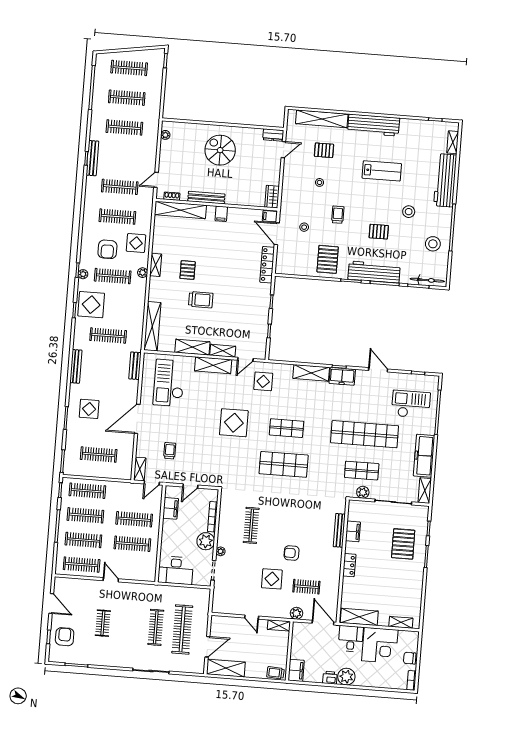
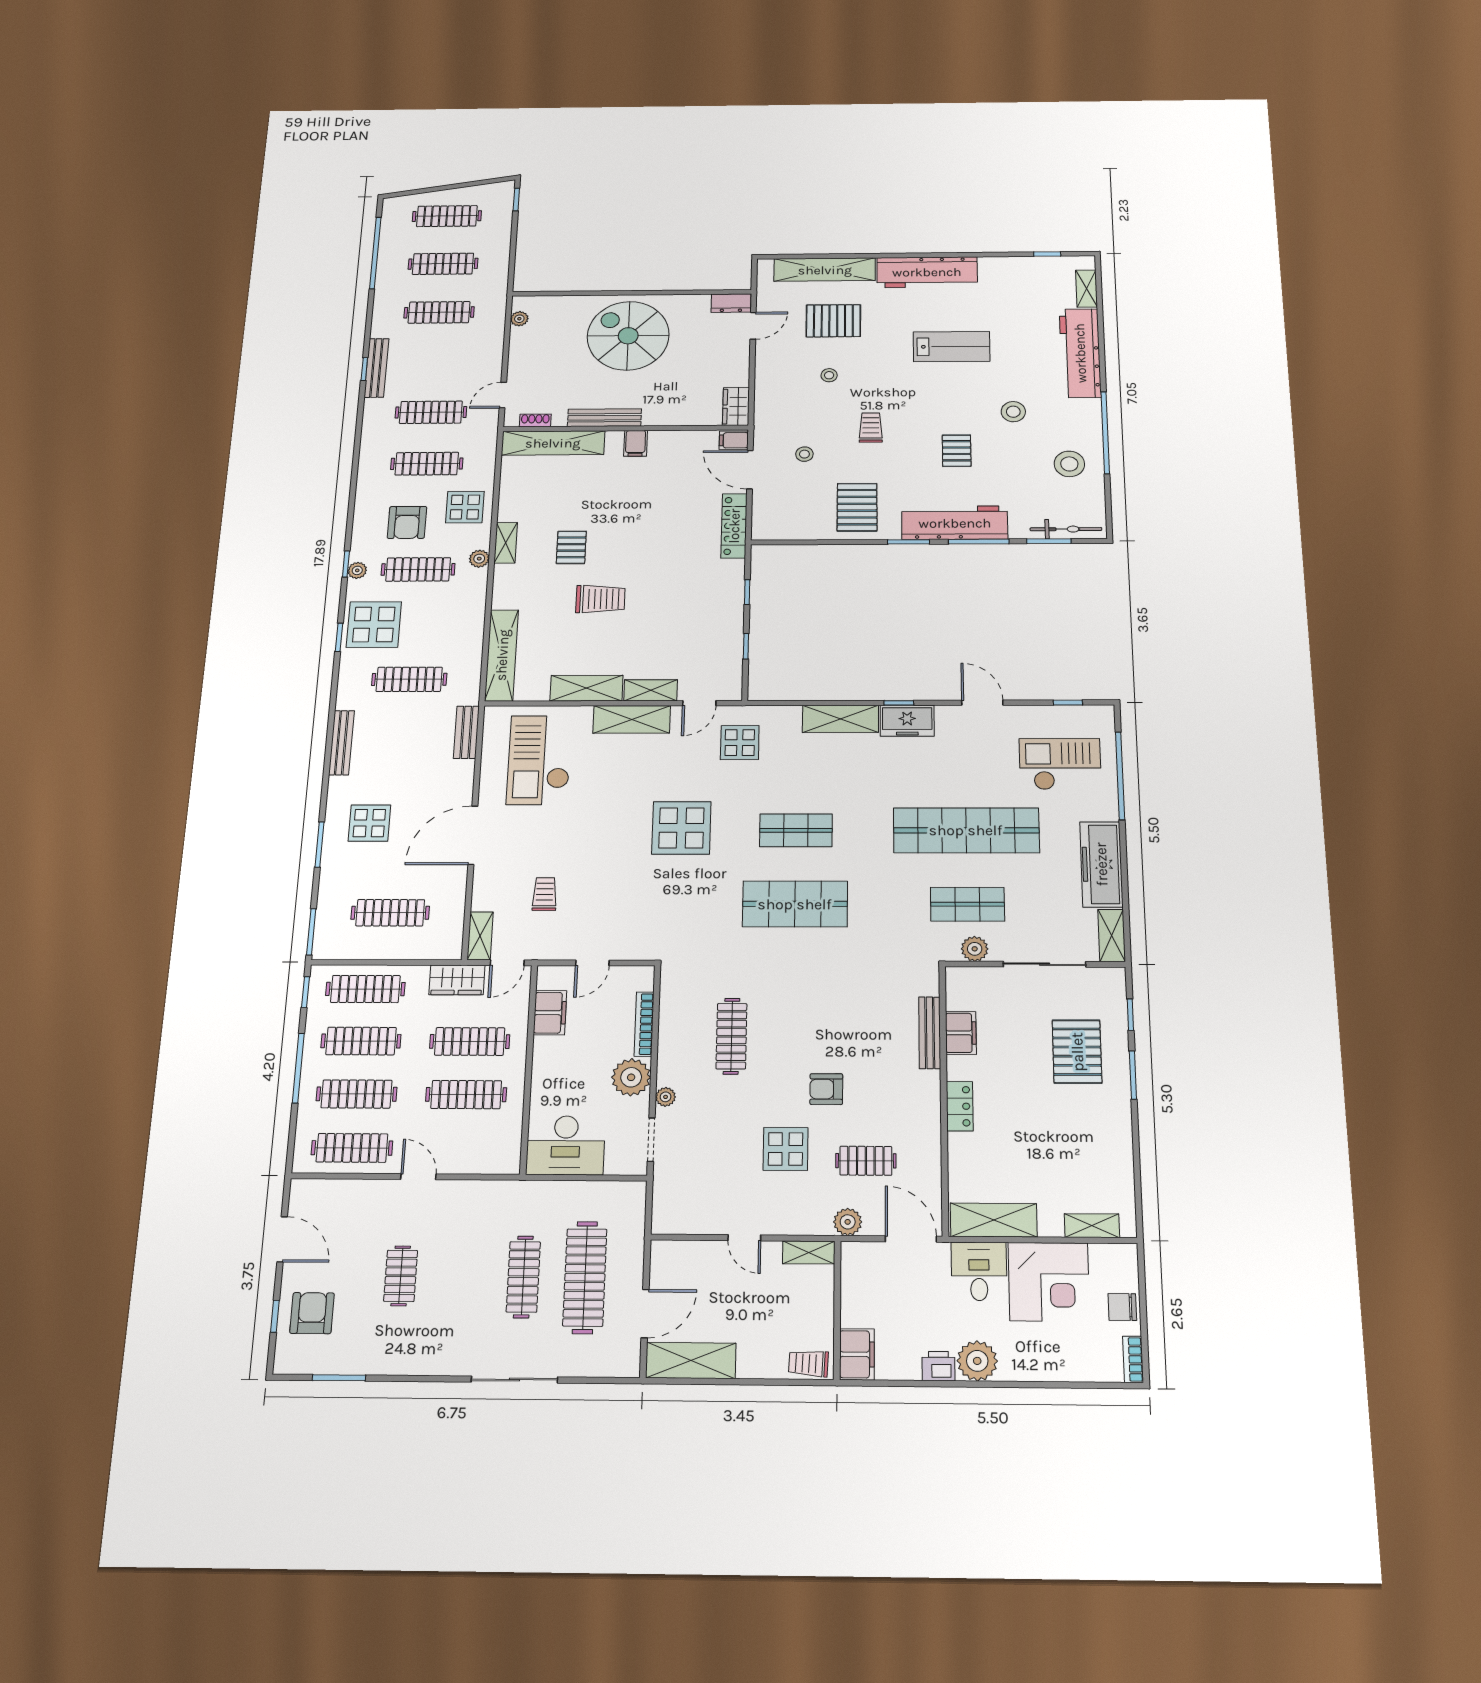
spiral stairs: (220, 150) -> (628, 336), width x1.37, depth x1.37
pallet: (324, 150) -> (833, 321), width x1.50, depth x1.42
pallet: (379, 232) -> (957, 451), turned 90
wardrobe: (129, 490) -> (457, 980), added

